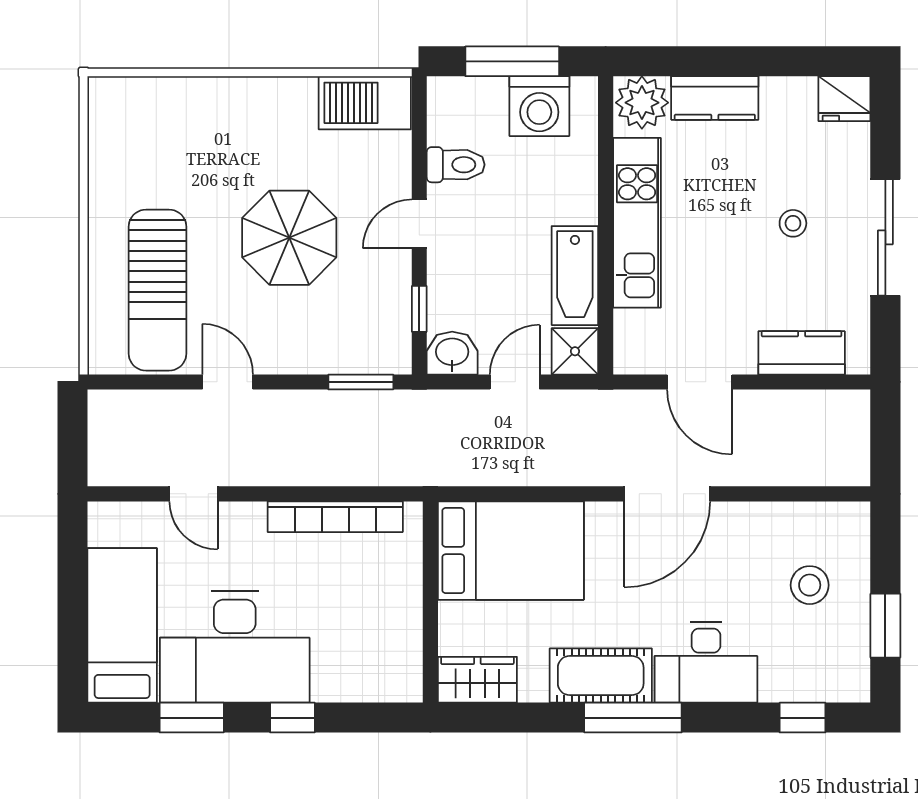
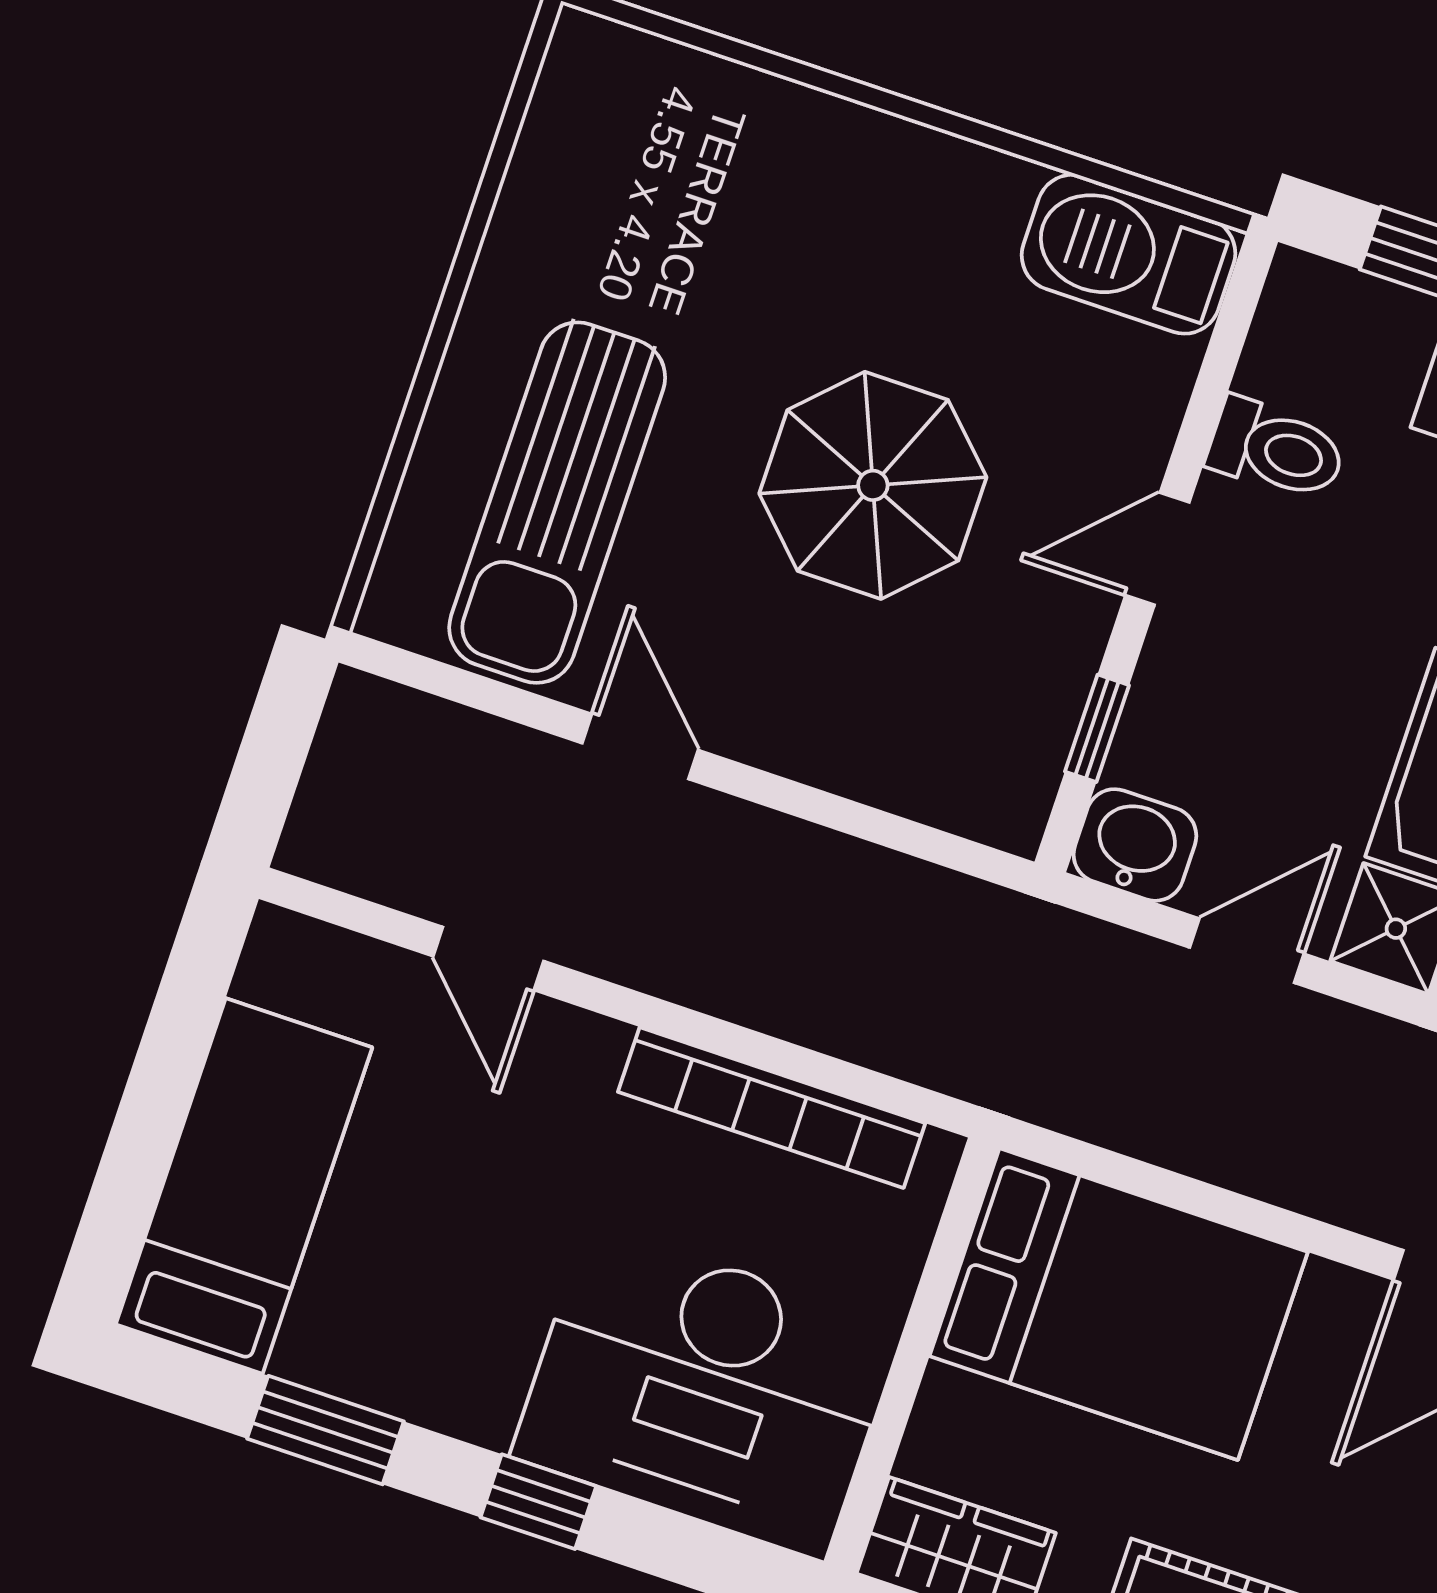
window: (361, 382) -> (922, 841), removed
desk: (235, 647) -> (707, 1391), moved

